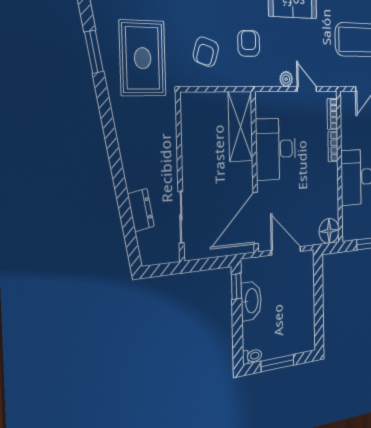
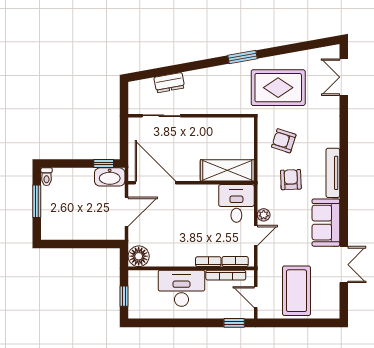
armchair: (249, 43) -> (291, 180), turned -92
window: (94, 52) -> (242, 57), moved
bookcase: (345, 125) -> (226, 275), added
desk: (276, 149) -> (236, 203), moved, width x0.73
washbasin: (251, 301) -> (110, 177), moved

